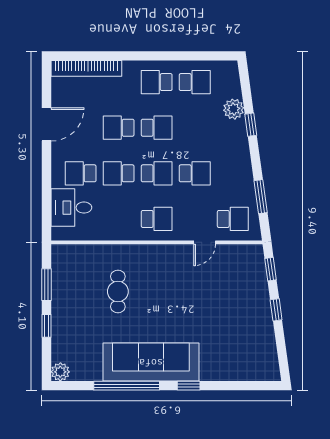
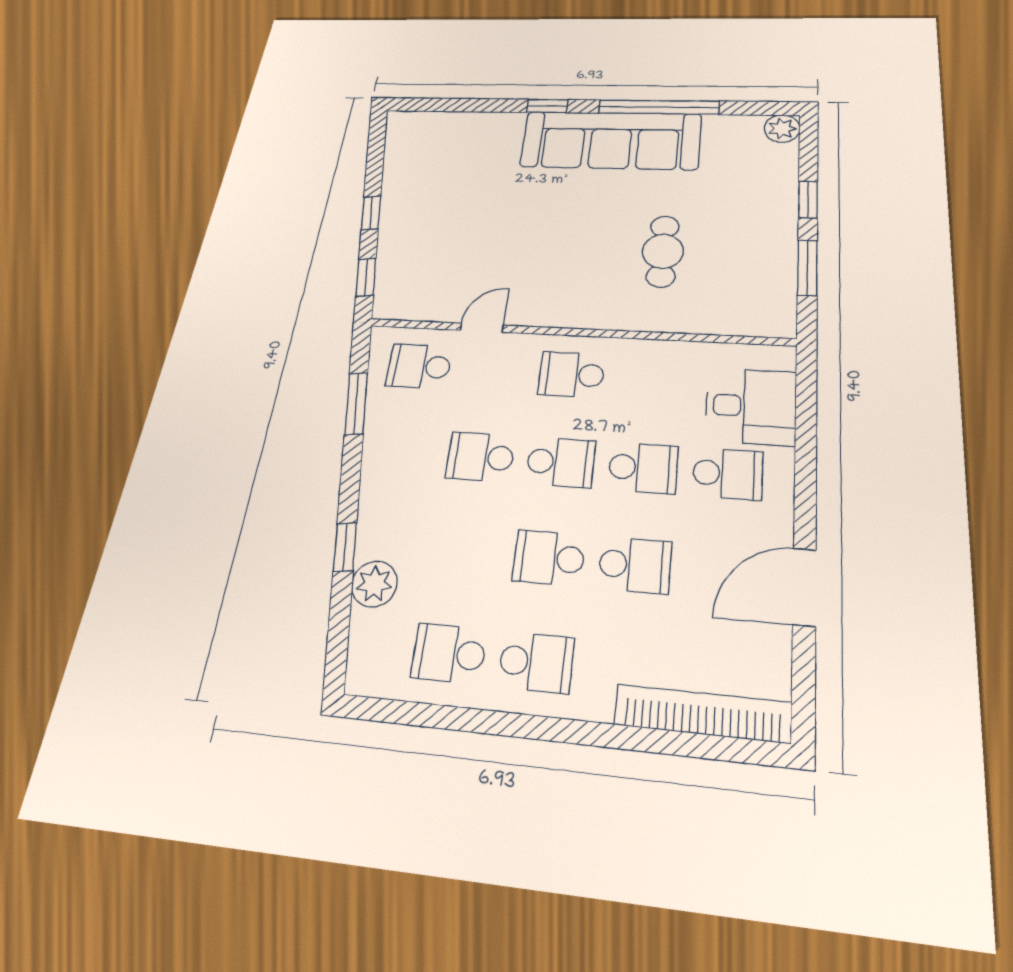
school desk: (157, 173) -> (561, 462), turned 180

